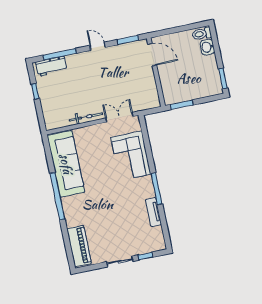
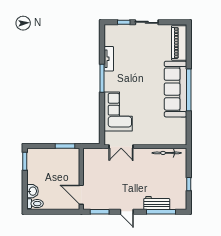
workbench: (51, 66) -> (157, 203), moved
bicycle: (86, 117) -> (167, 153), moved
sofa: (66, 164) -> (175, 89), moved

